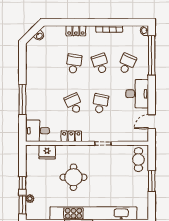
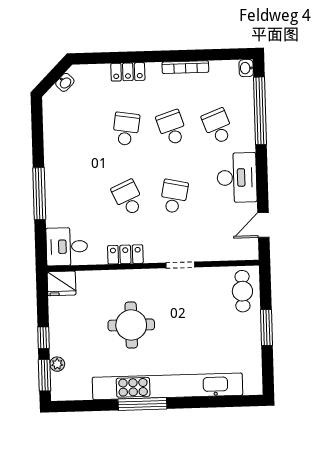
school desk: (127, 64) -> (218, 126), turned -45
fridge: (47, 152) -> (62, 283), moved

